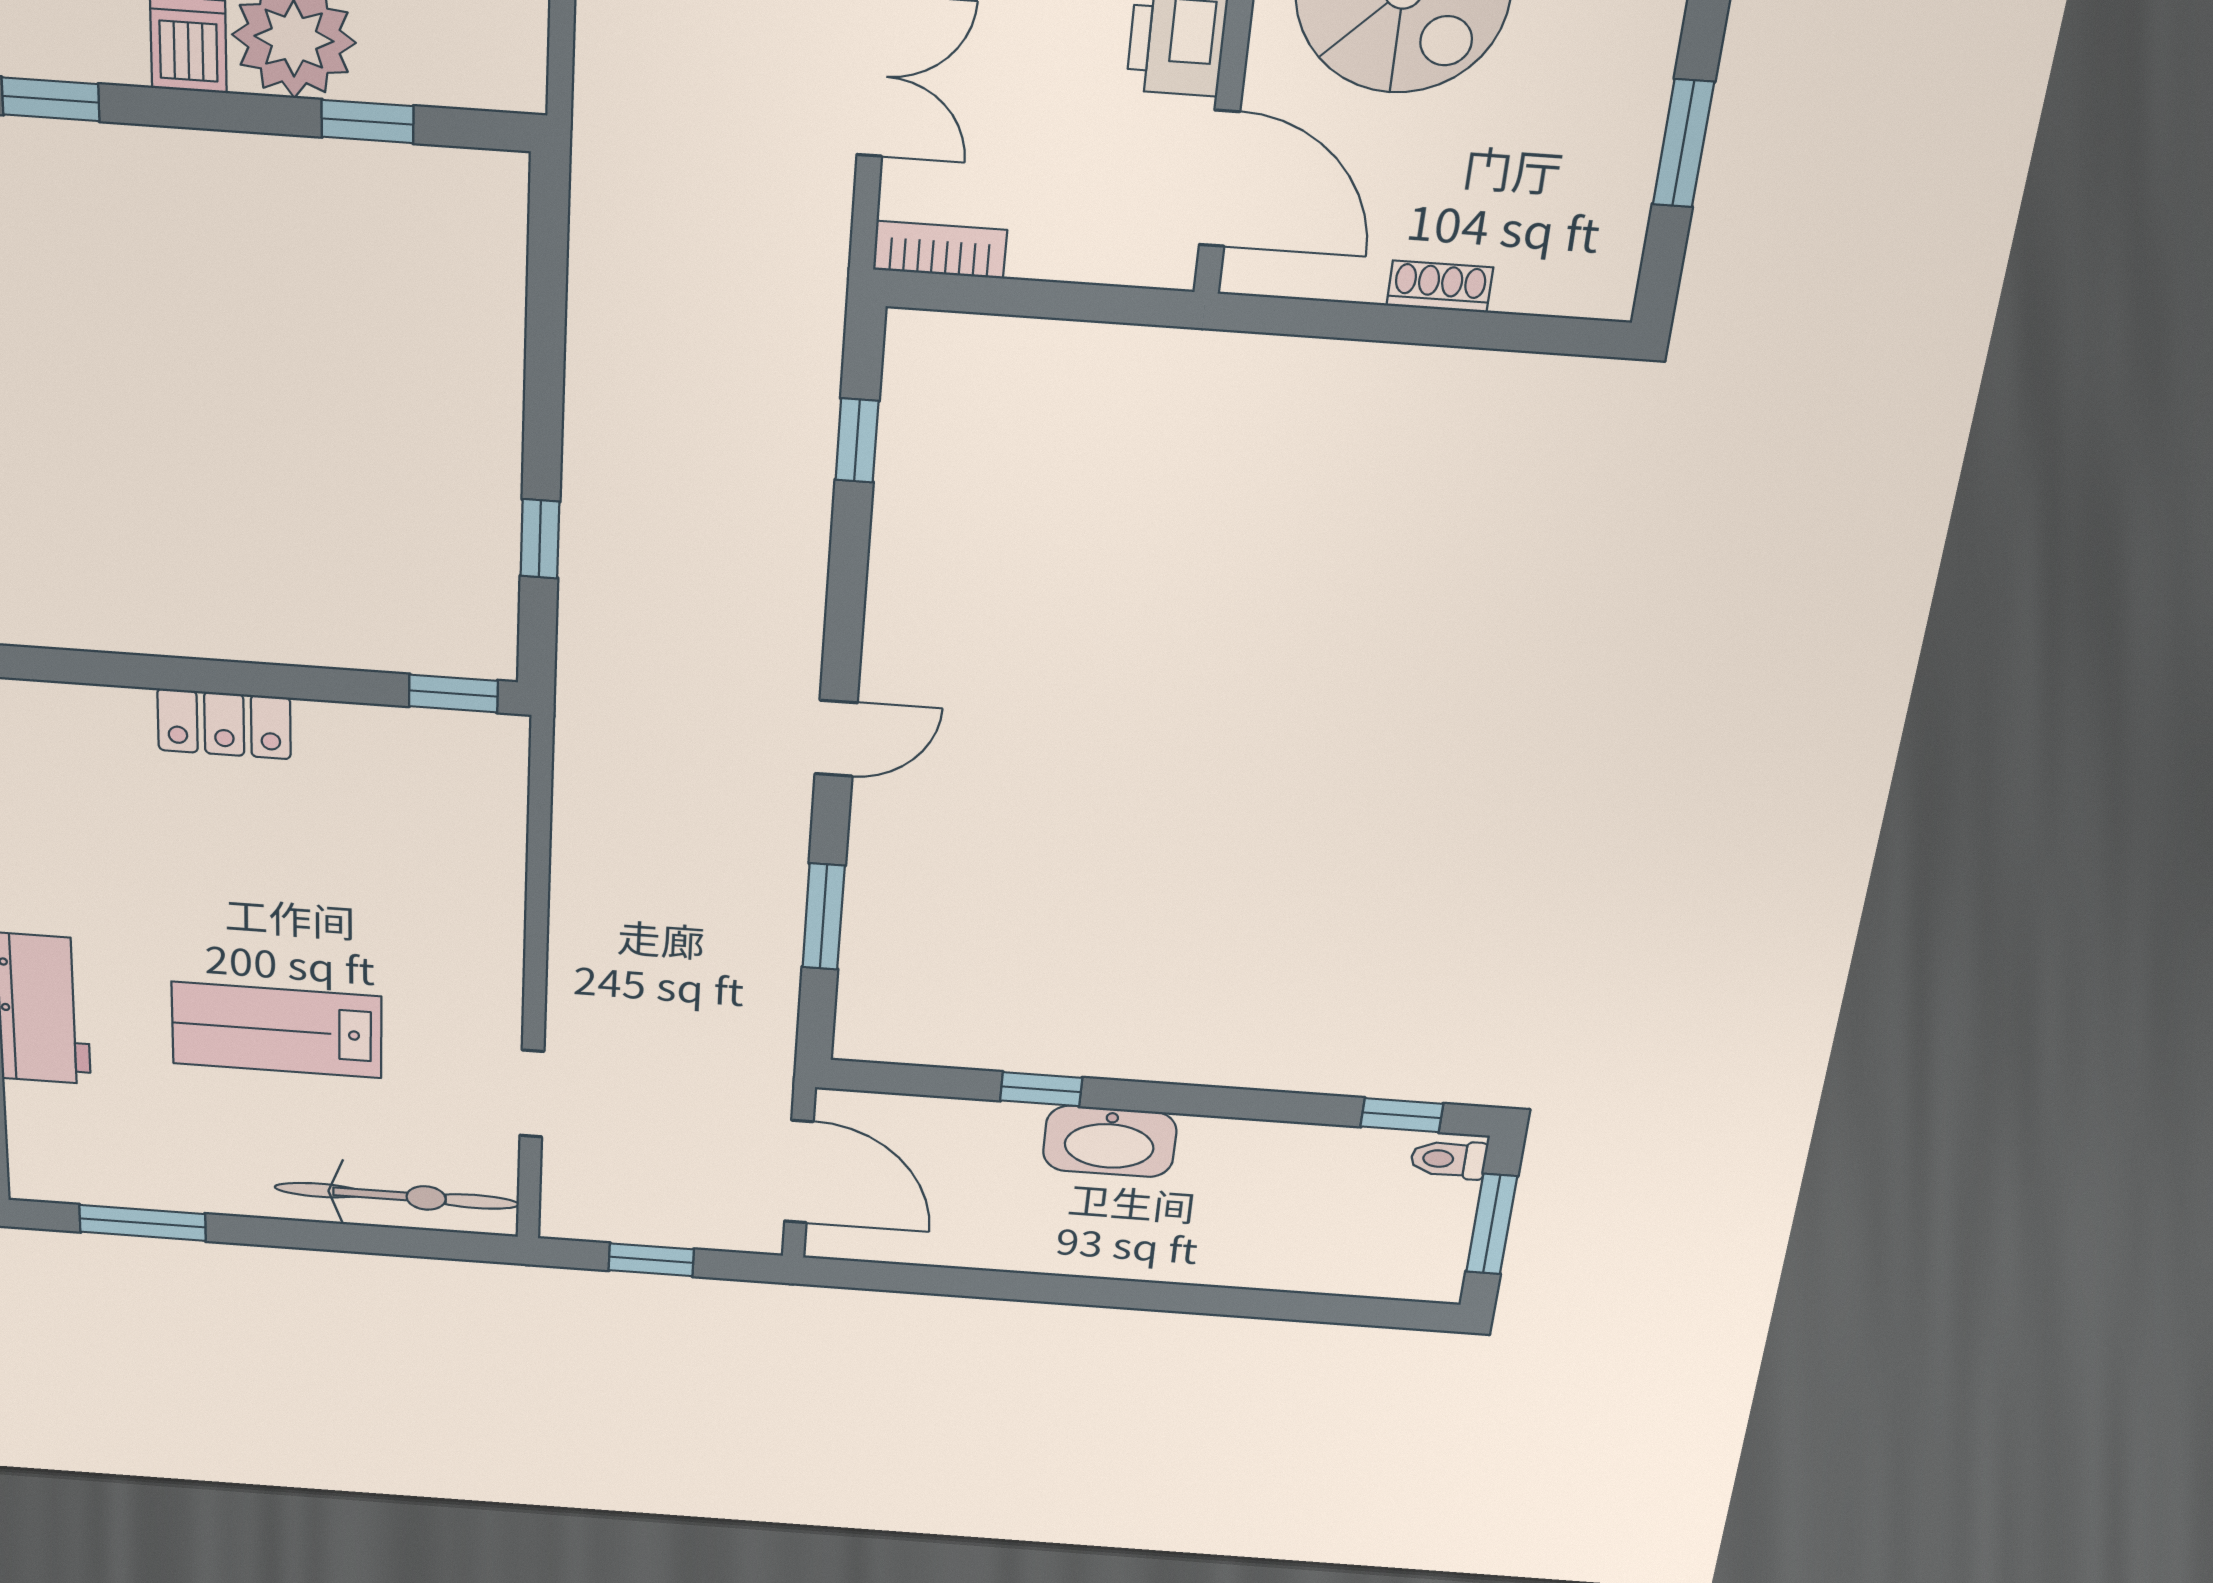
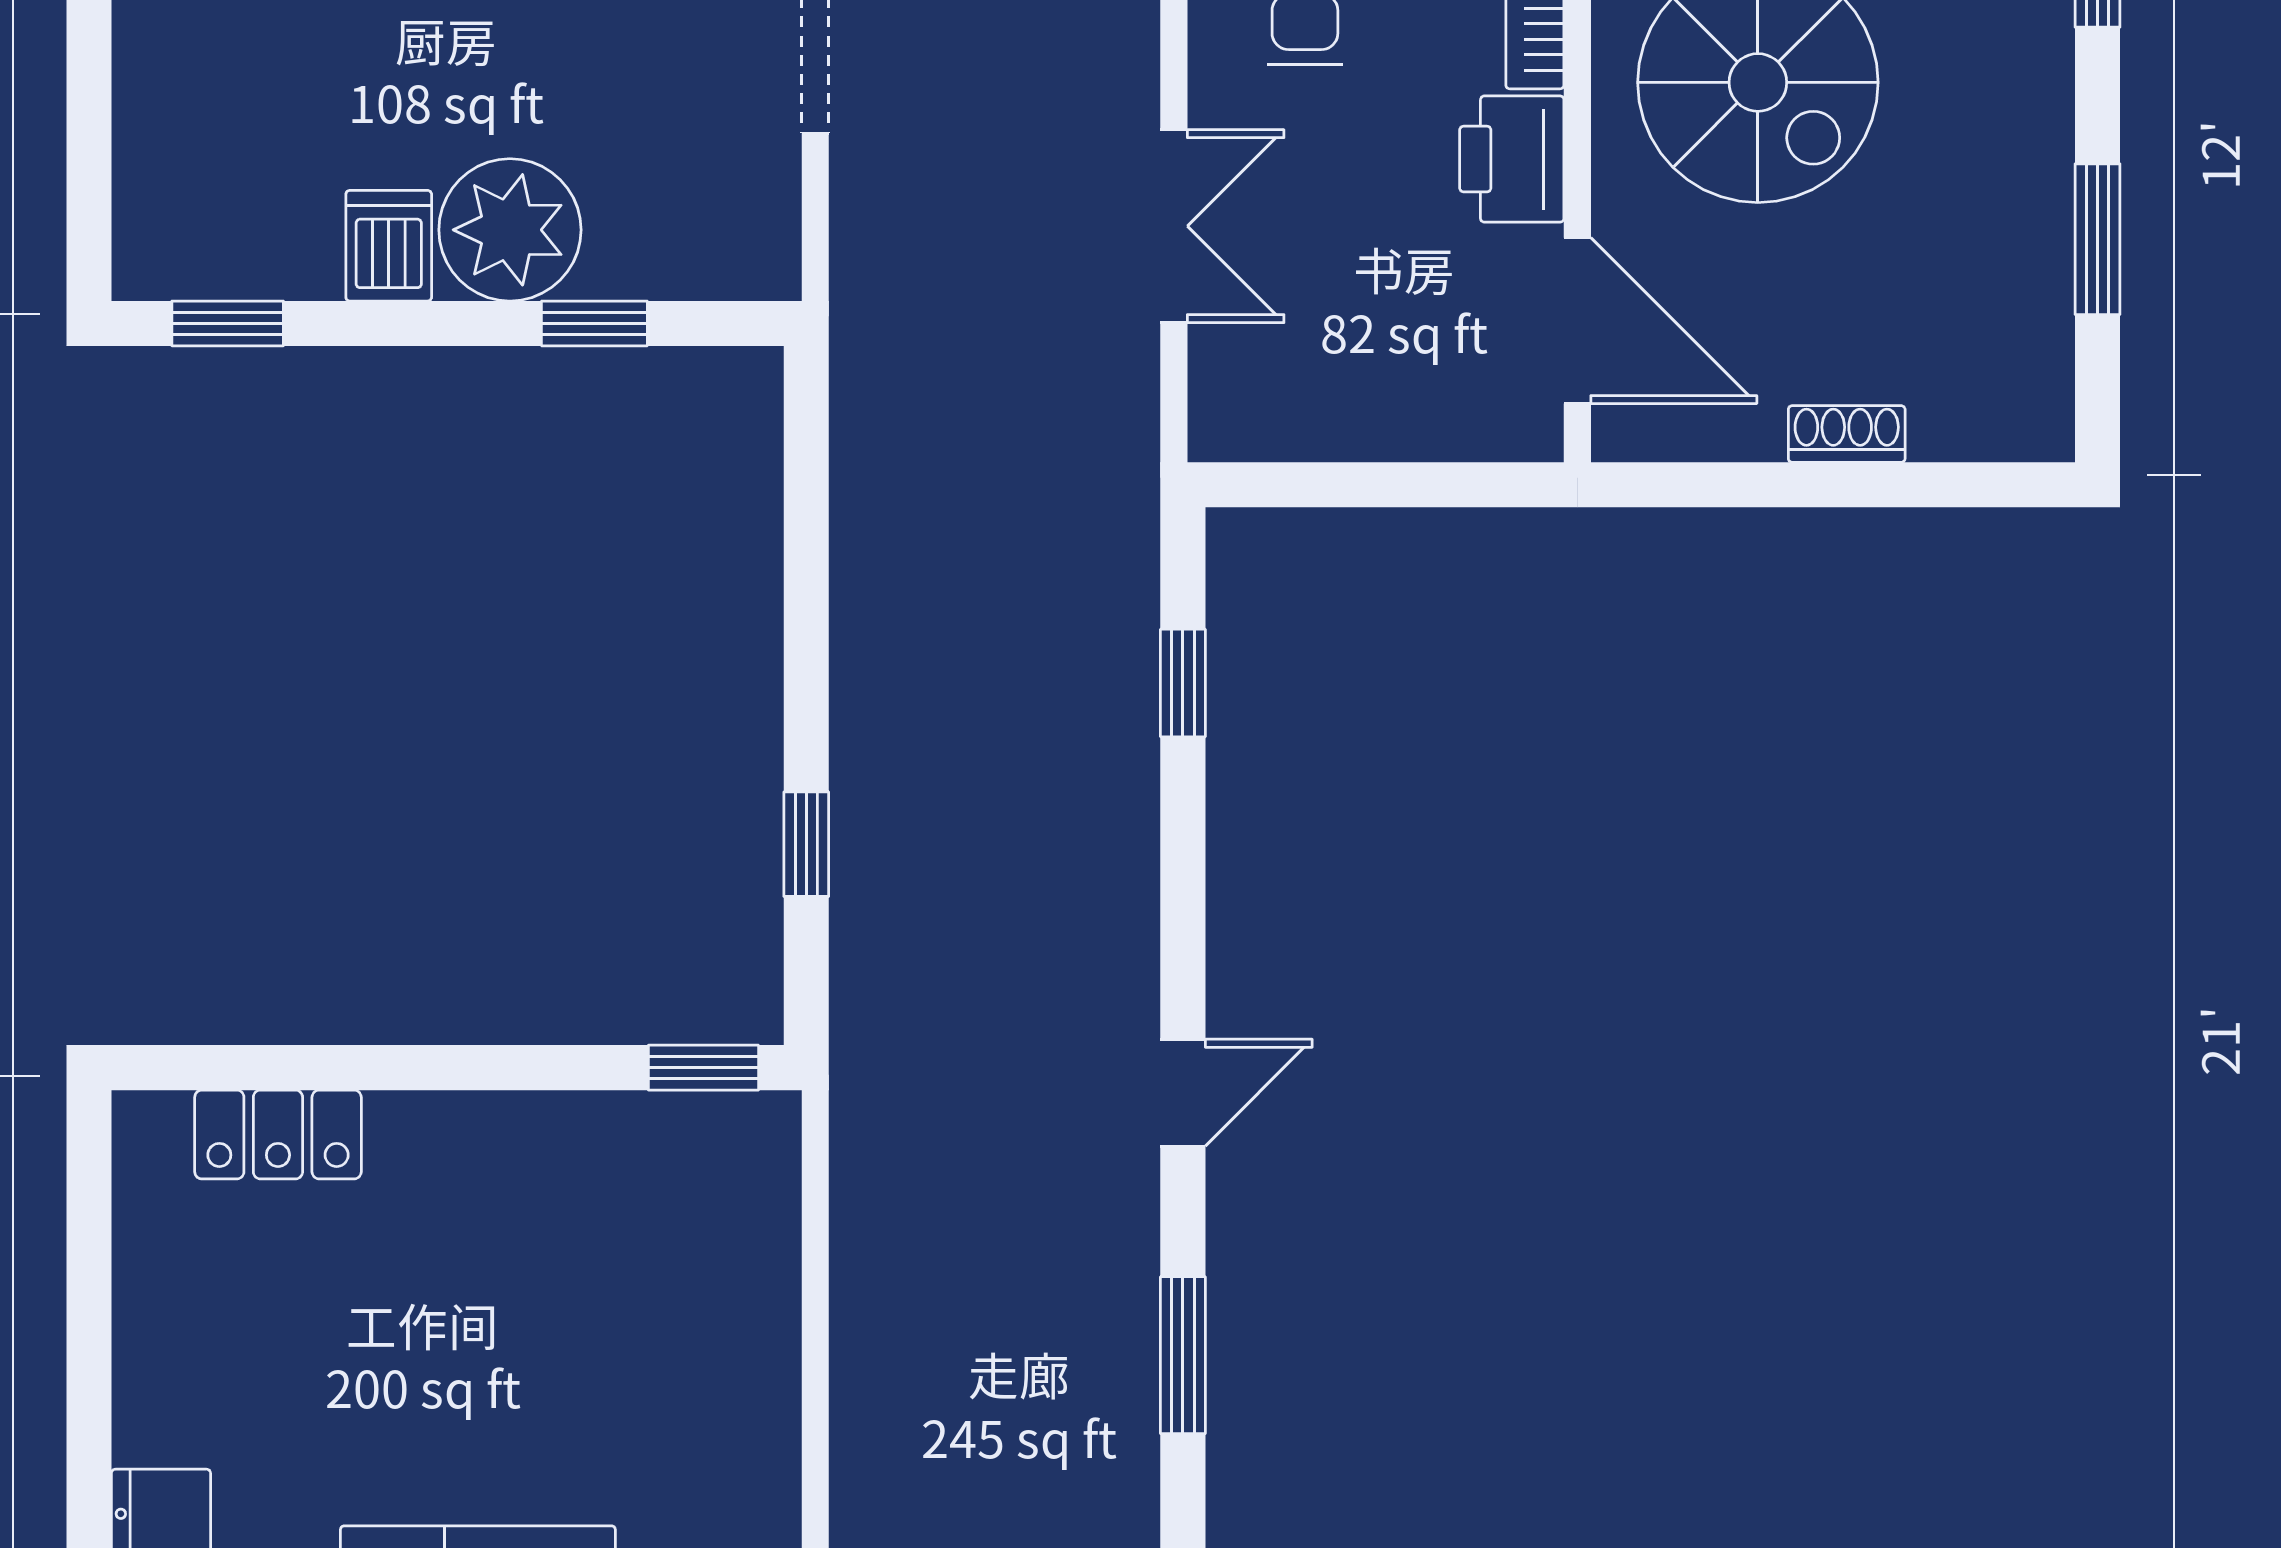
bookcase: (940, 250) -> (1264, 432), removed
locker: (224, 724) -> (278, 1135), moved

